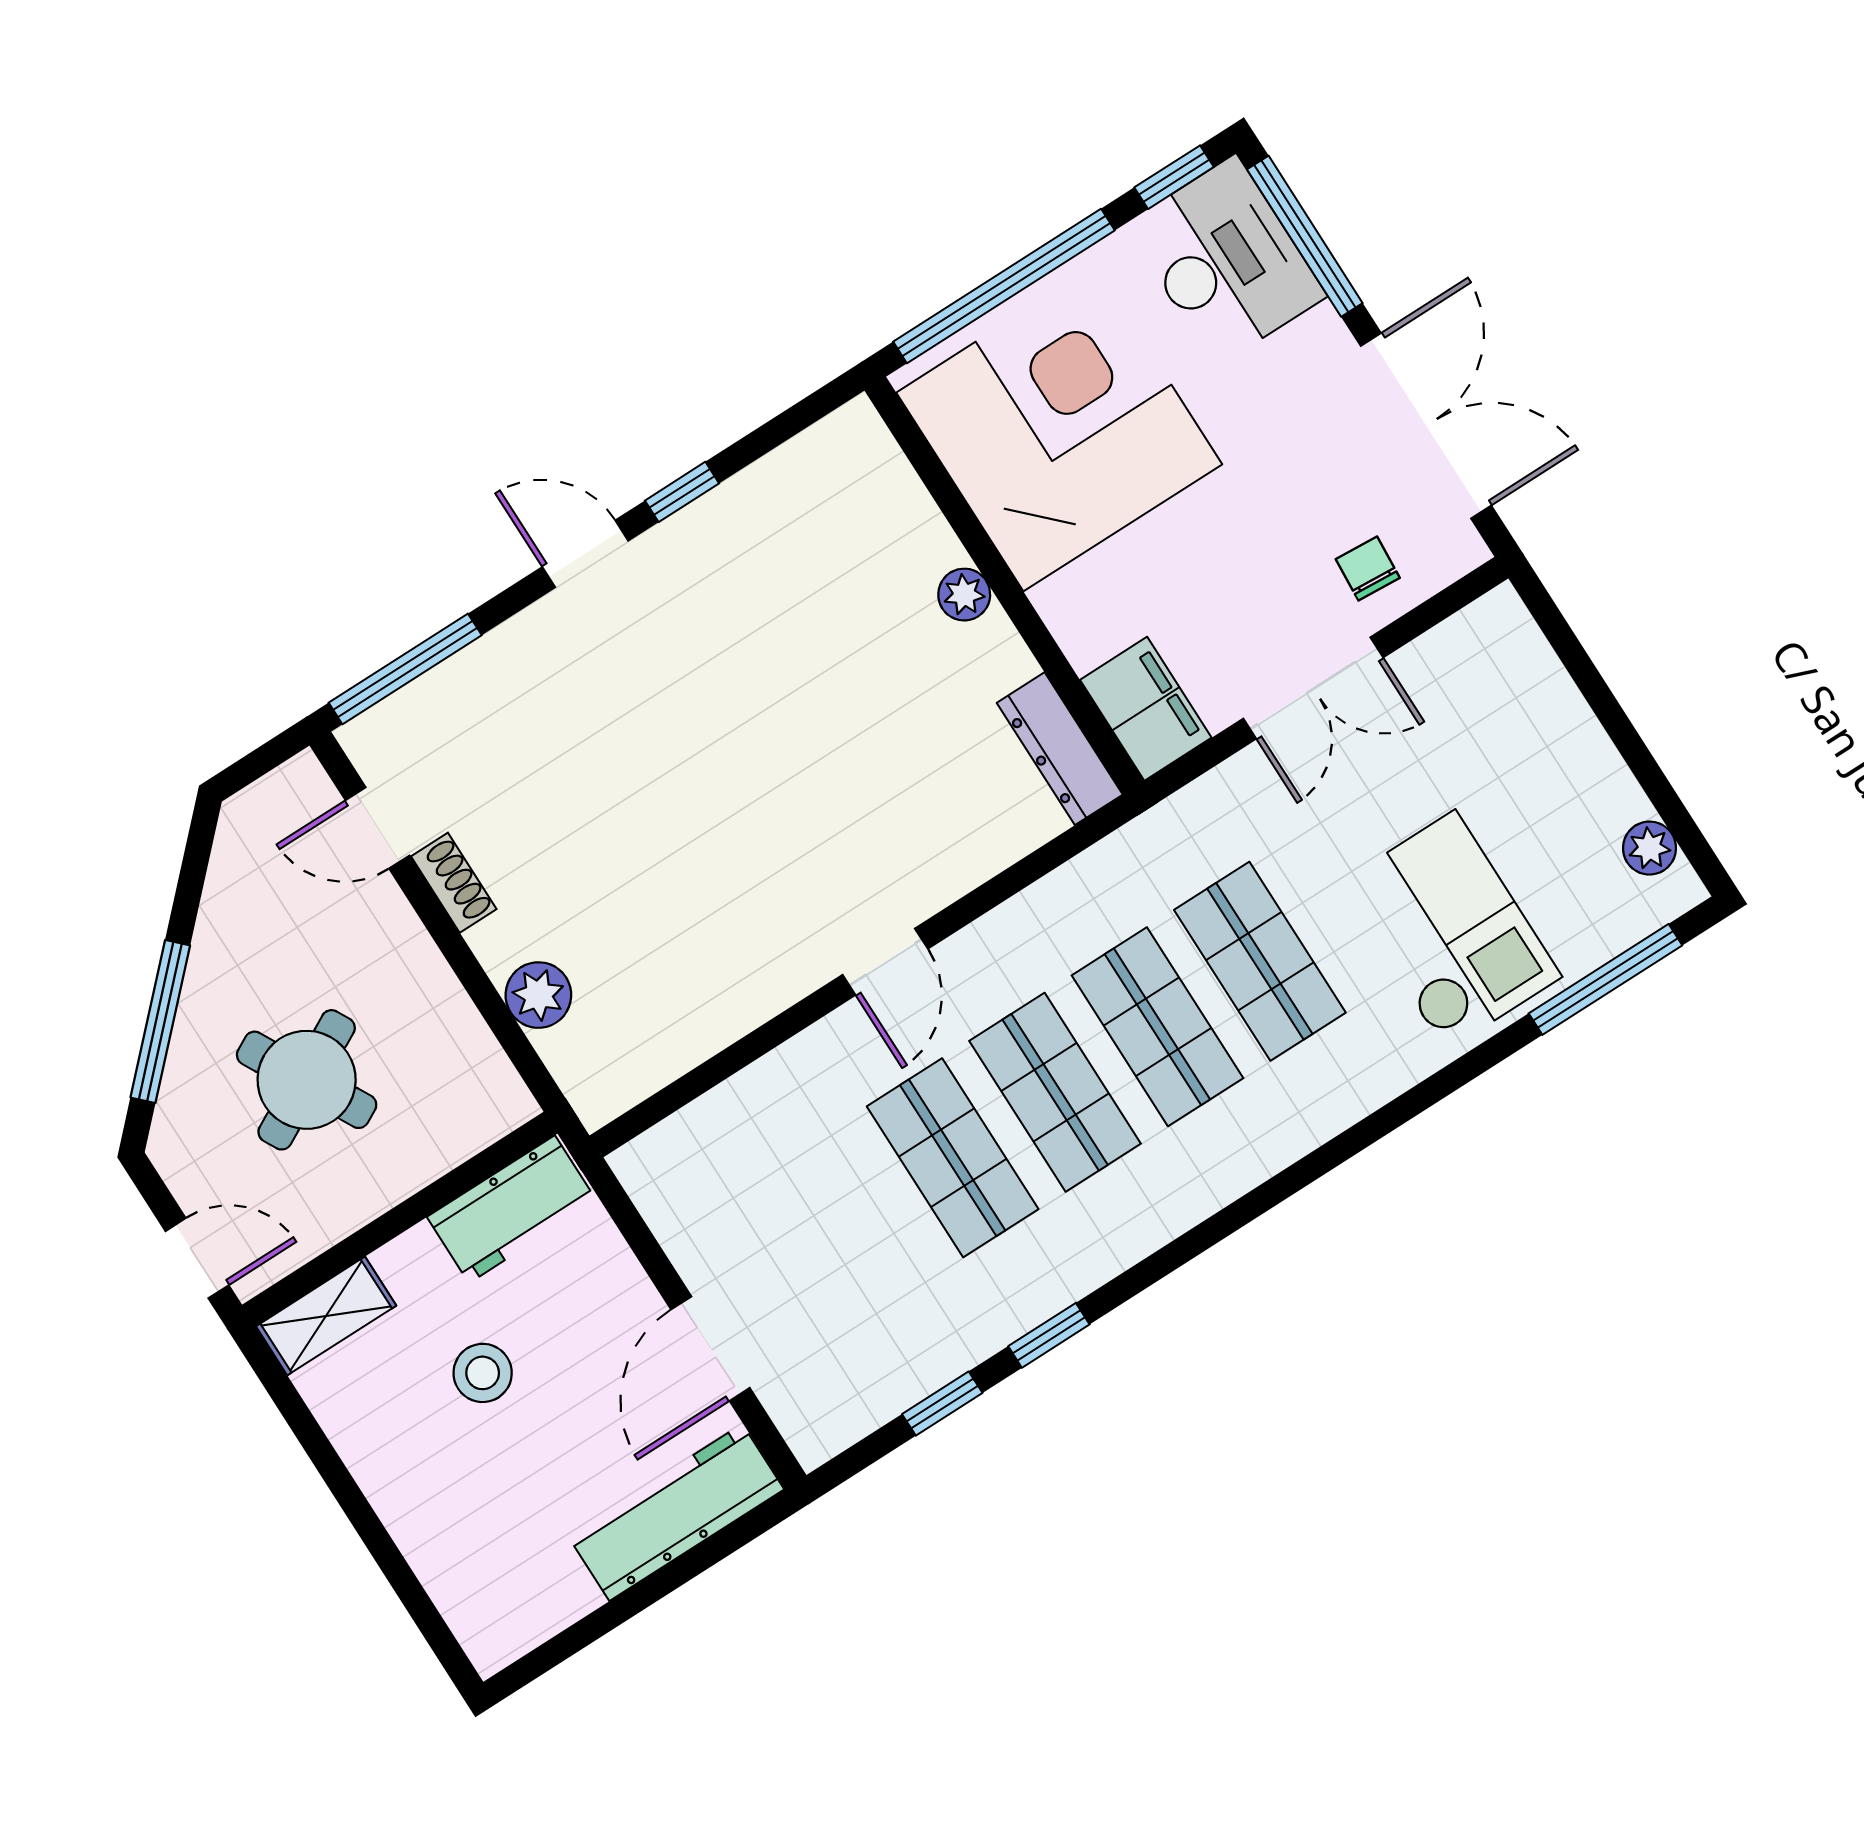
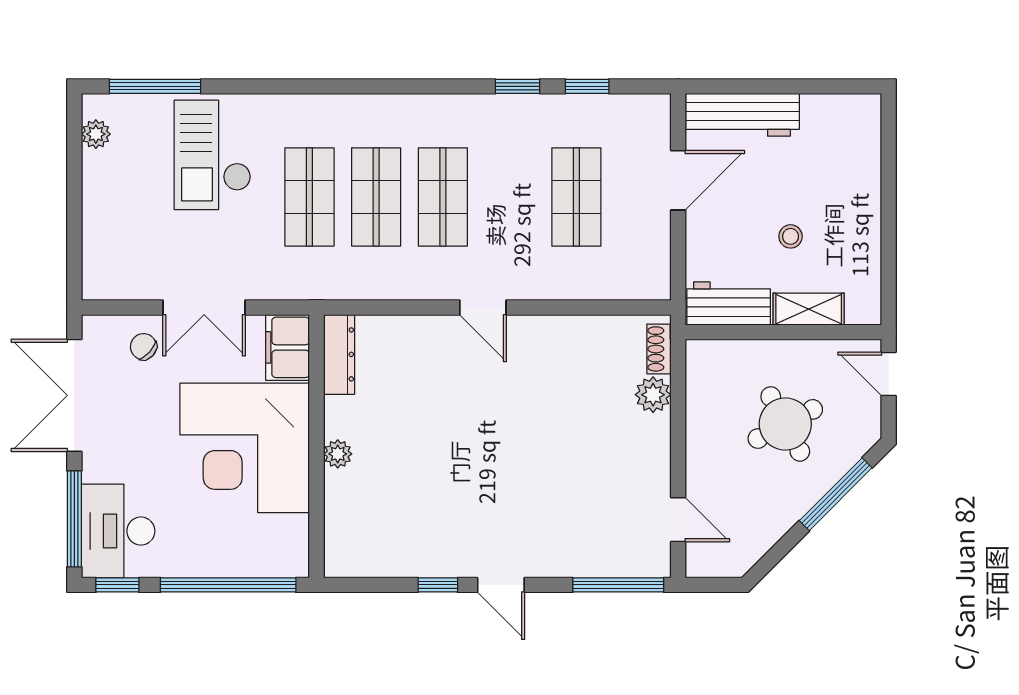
corner desk: (1059, 428) -> (245, 448), moved
chair: (1368, 569) -> (143, 347), turned 128
double door: (1313, 688) -> (204, 308), swing flipped
shoe rack: (454, 883) -> (659, 349), moved
door: (885, 962) -> (483, 308), swing flipped
shop shelf: (953, 1158) -> (576, 197), moved
shelving: (326, 1316) -> (809, 309), moved
stool: (483, 1373) -> (791, 236), width x0.73, depth x0.73

